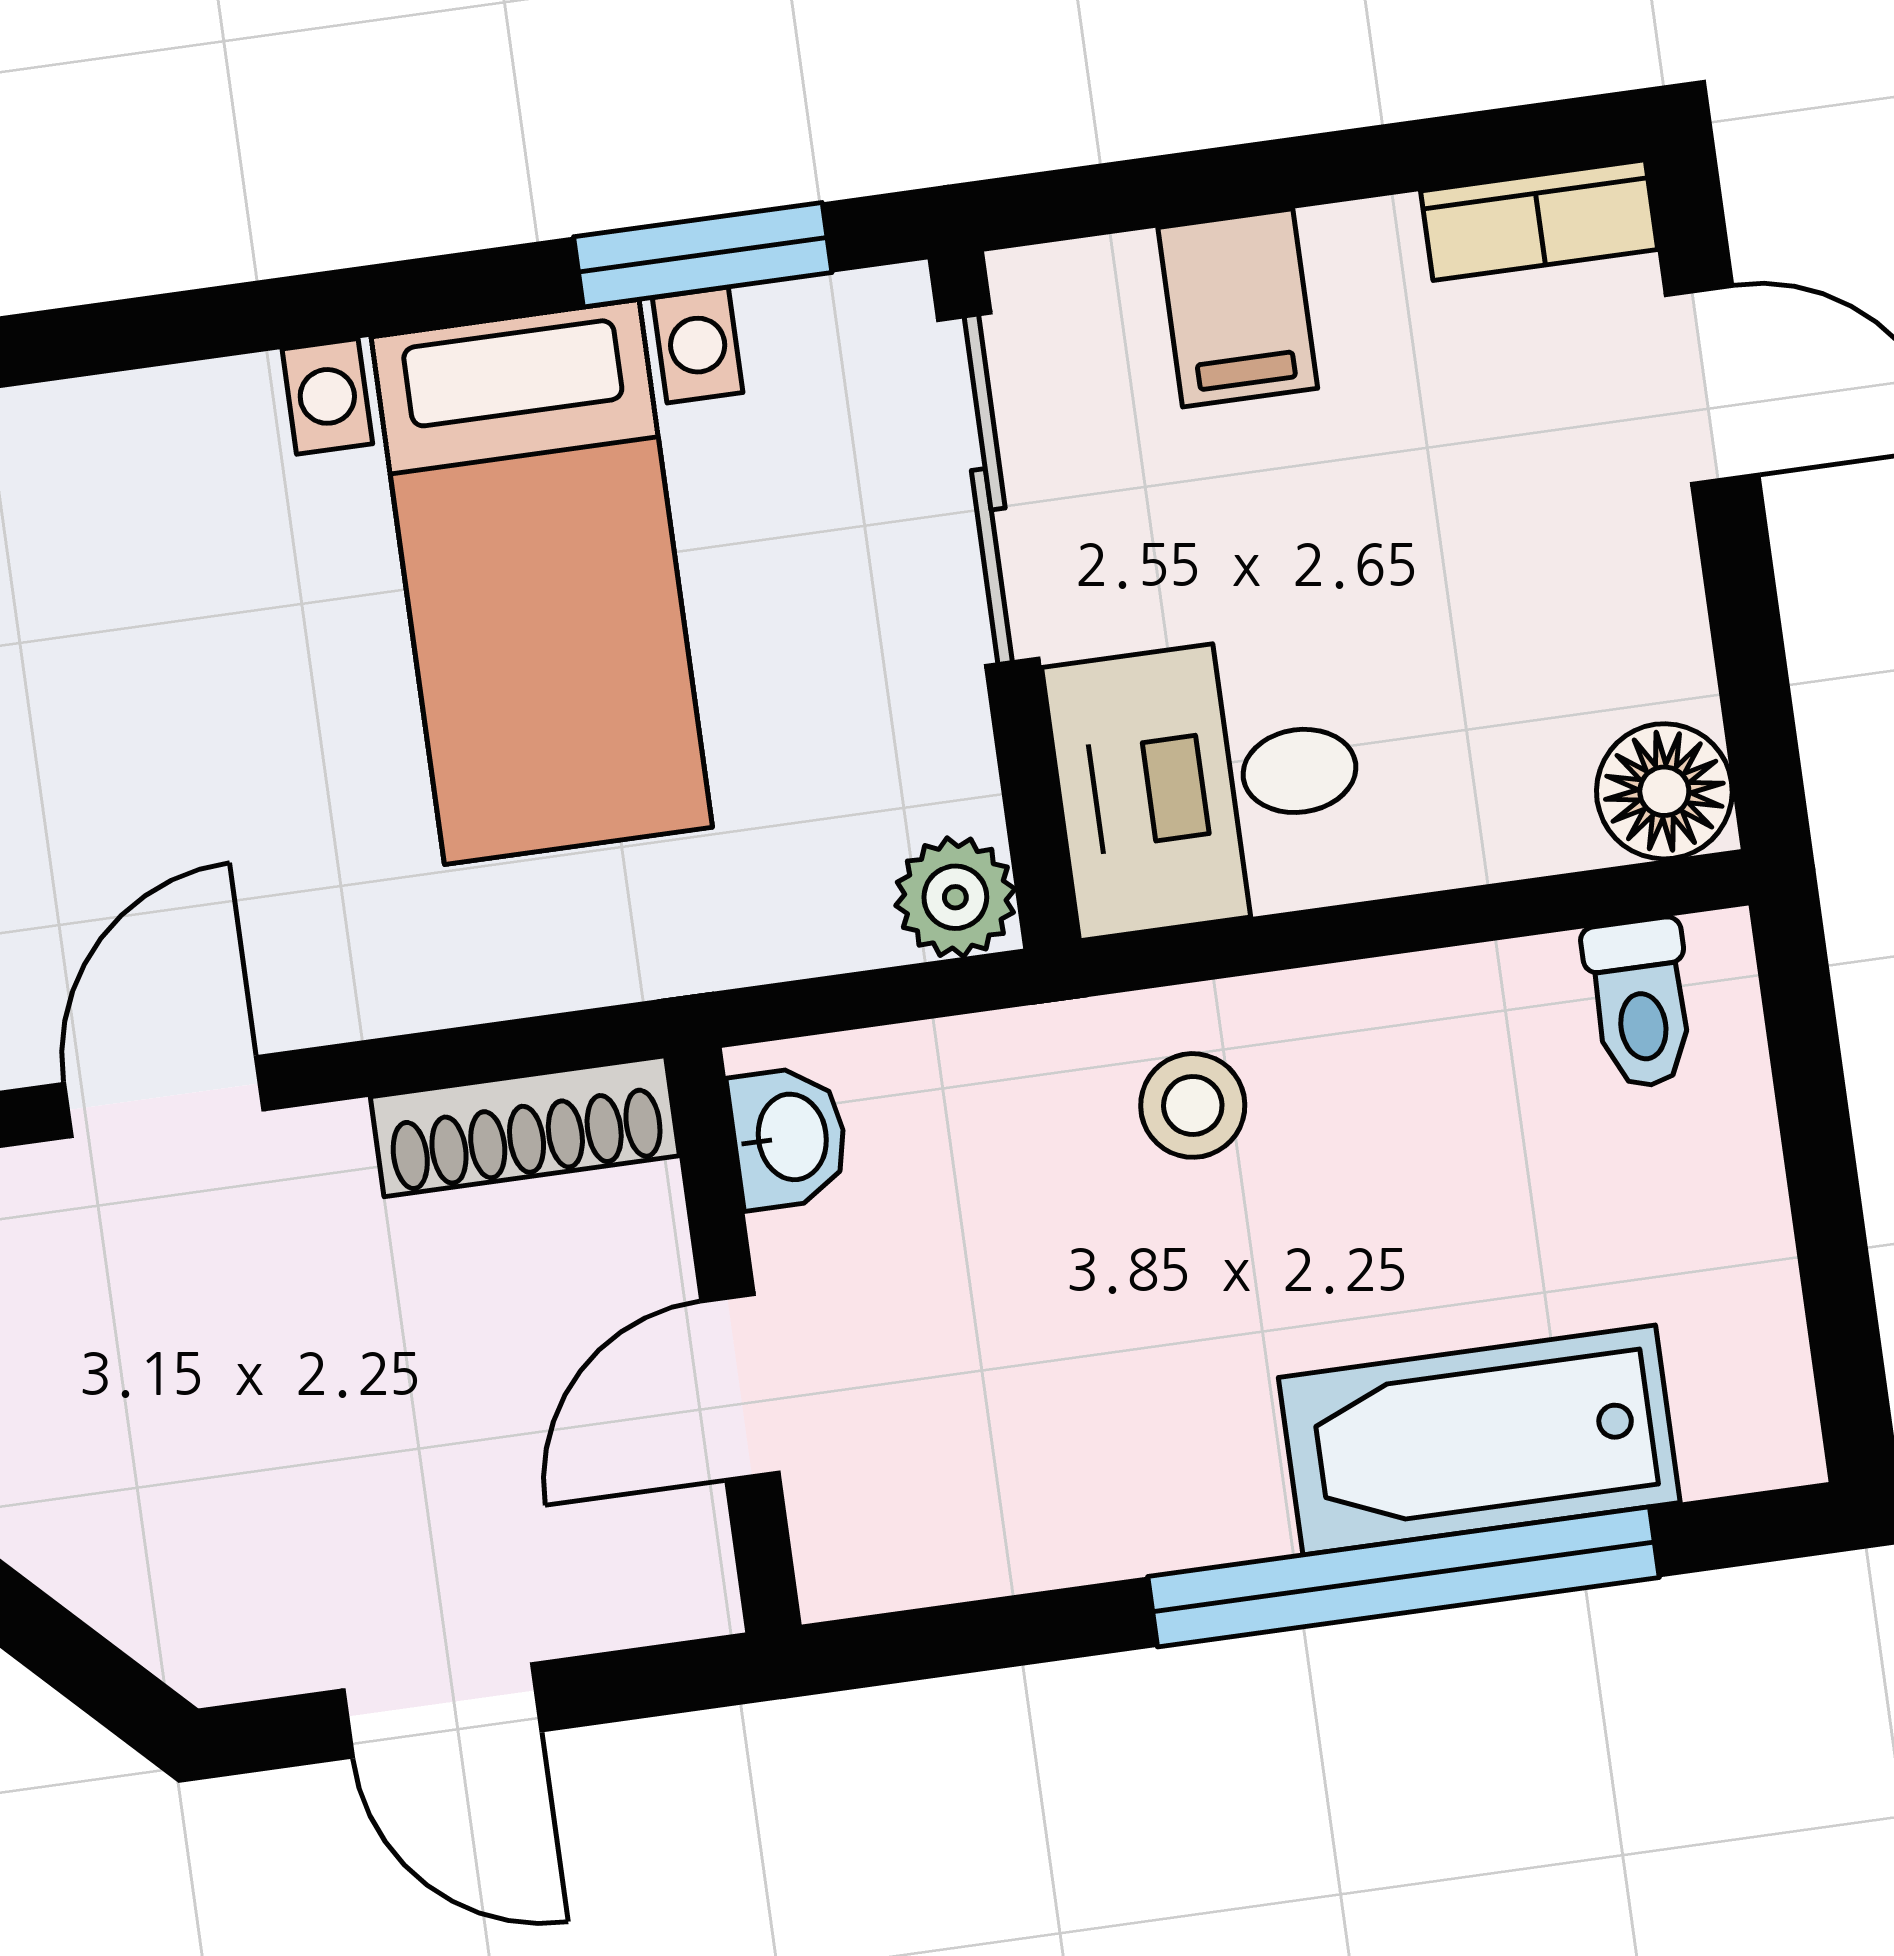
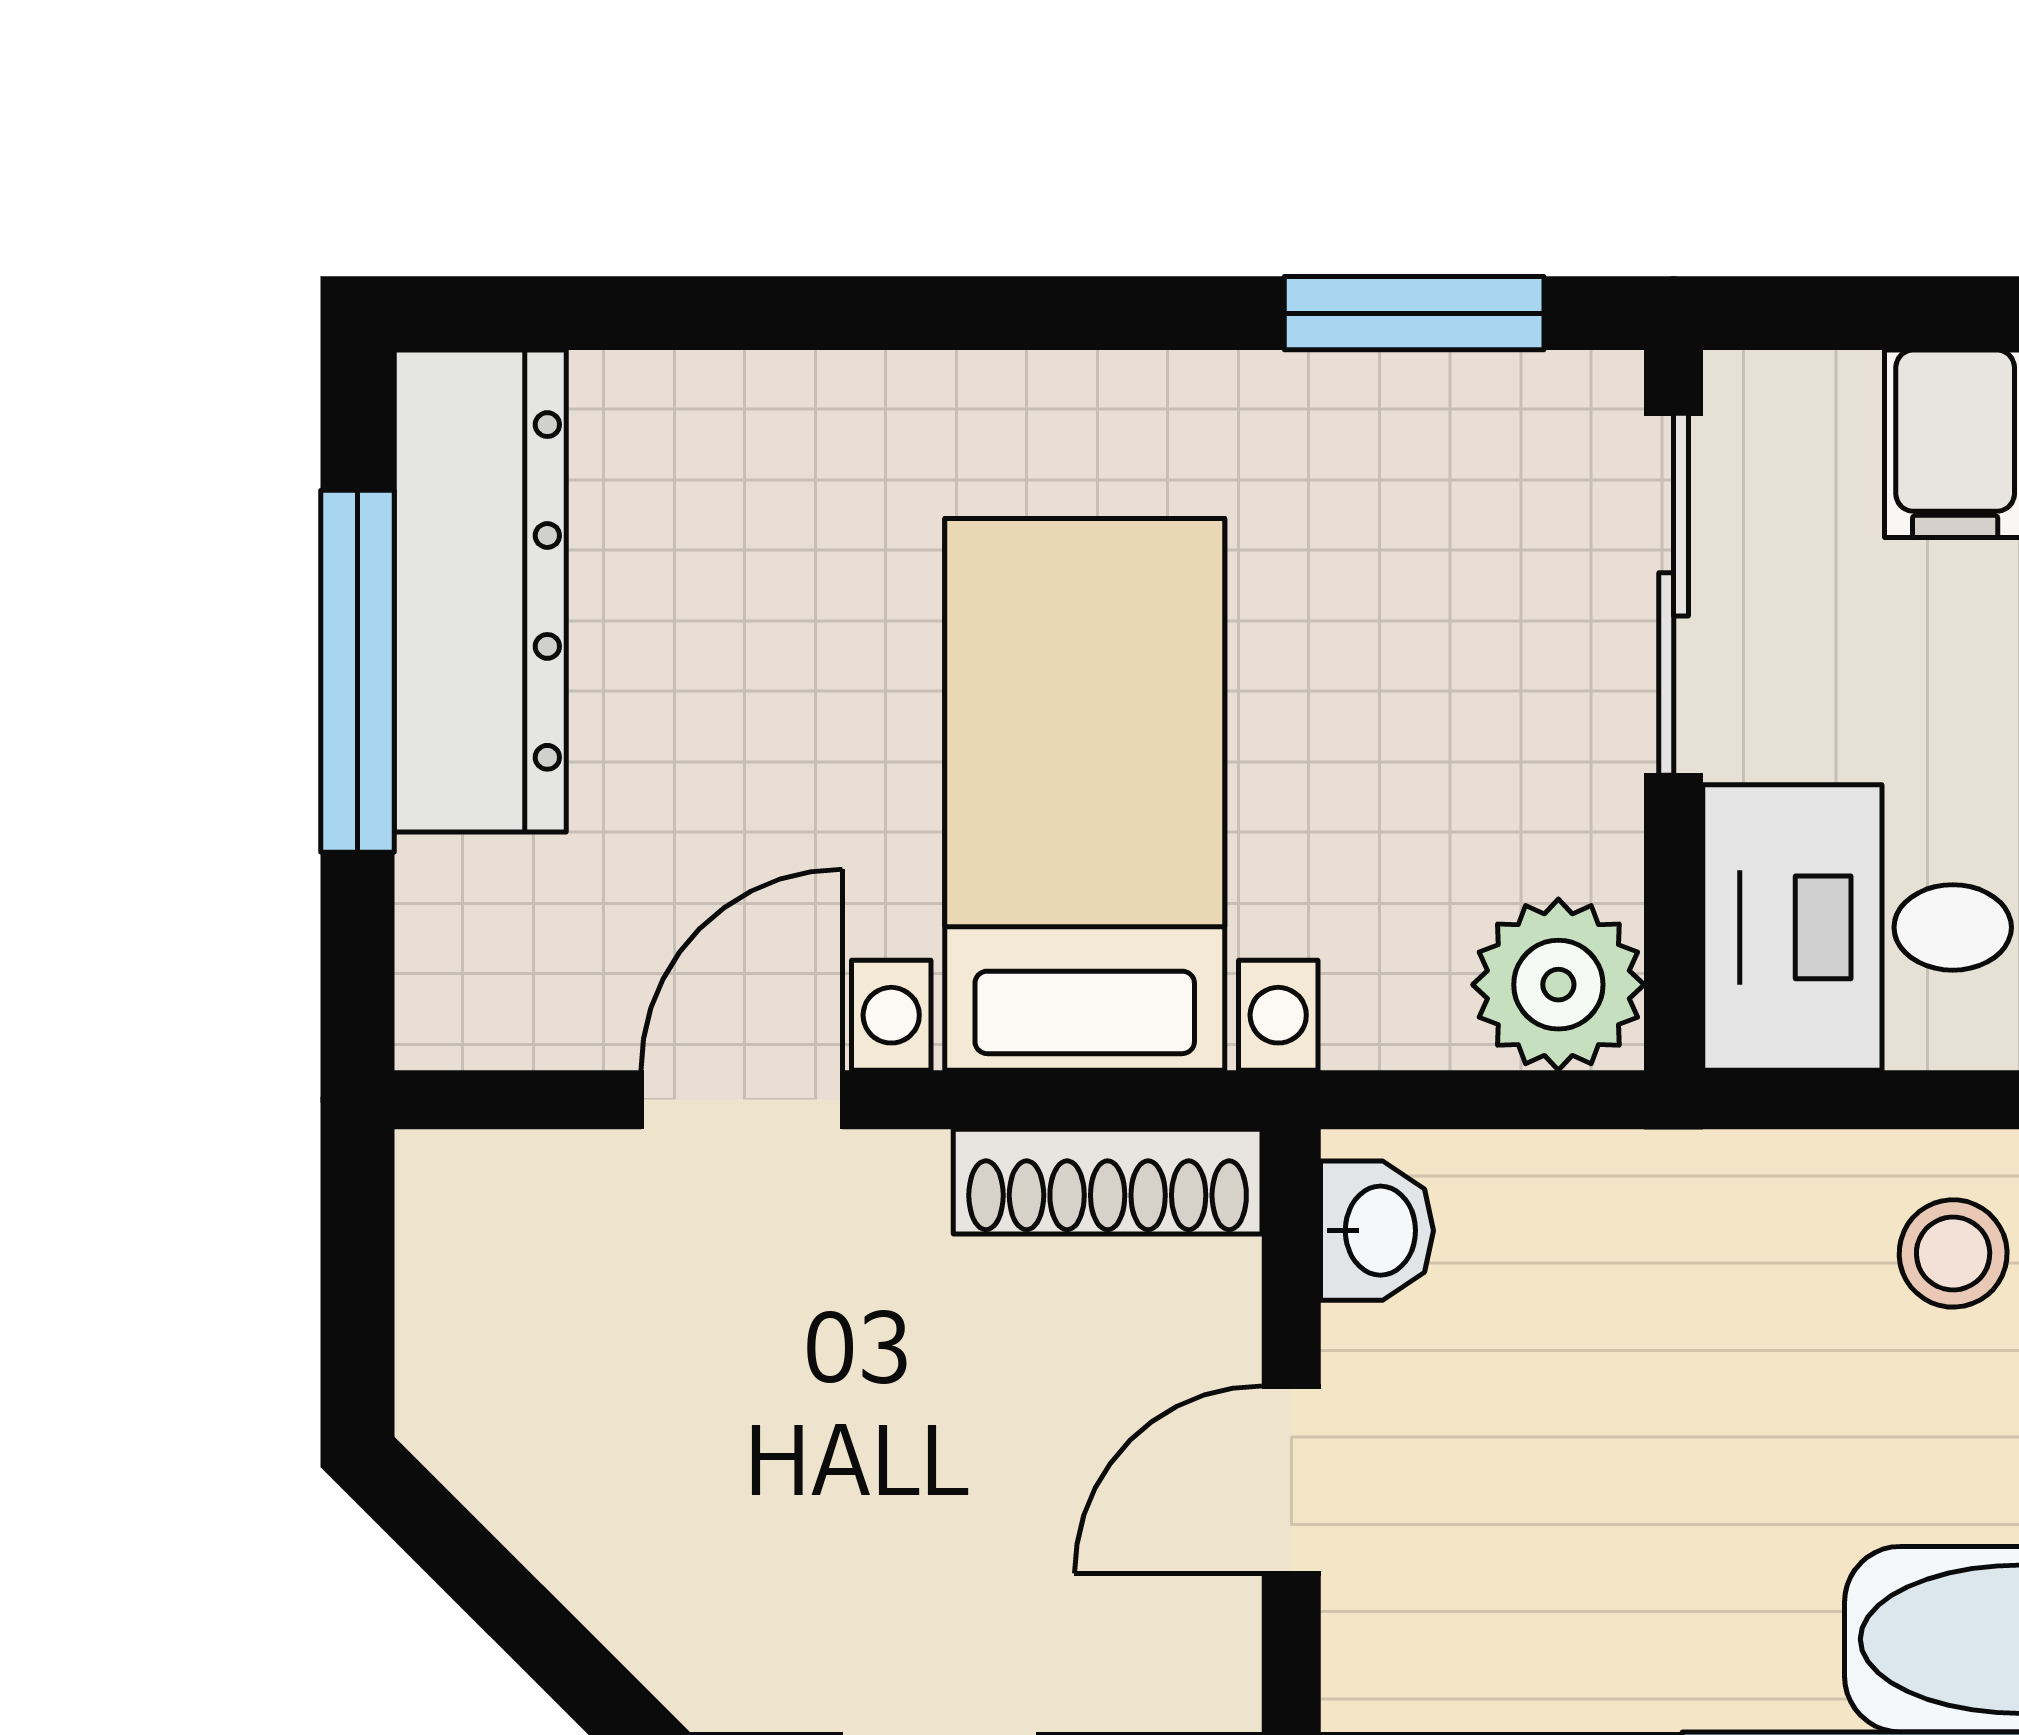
bed with nightstands: (542, 582) -> (1085, 794), moved, turned 180
plant: (955, 897) -> (1558, 985), width x1.38, depth x1.38
stool: (1193, 1105) -> (1953, 1253), moved

